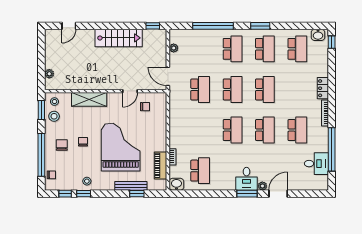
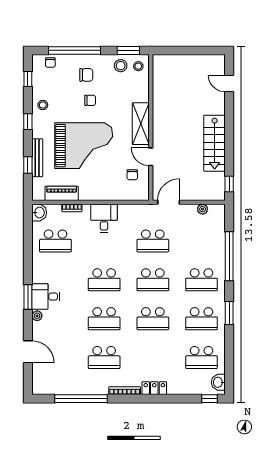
plant: (49, 74) -> (172, 60), removed
shelving: (89, 99) -> (141, 124), moved
desk: (316, 164) -> (104, 218), moved, turned 180
window: (84, 194) -> (28, 122), moved
door: (278, 194) -> (28, 352), moved

